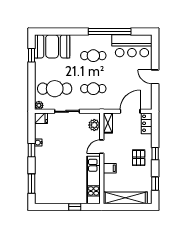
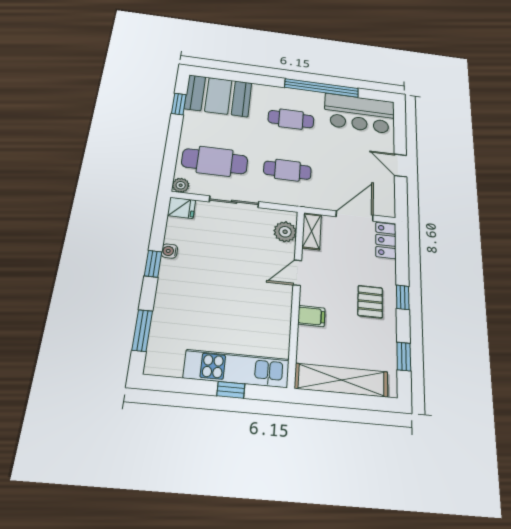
kitchen unit: (93, 180) -> (237, 369), moved, turned 90

